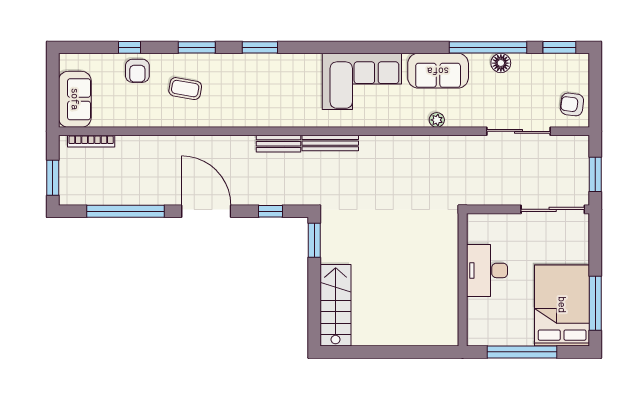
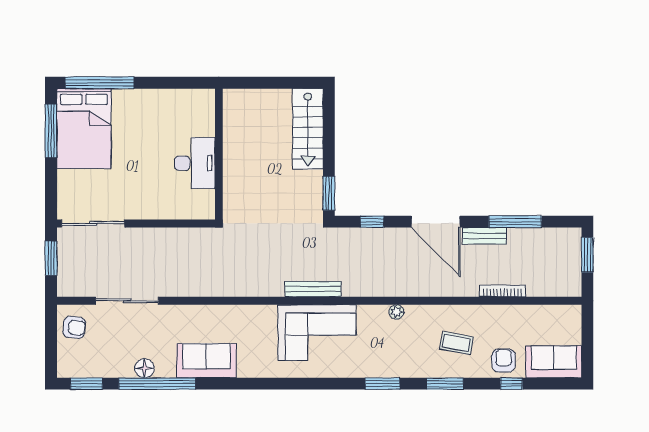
corner sofa: (362, 81) -> (317, 332), moved, turned 180
sofa: (75, 99) -> (554, 362), moved, turned 90
plant: (437, 120) -> (396, 312), moved
bookcase: (91, 141) -> (503, 291), moved
bench: (278, 144) -> (484, 236), moved
window: (126, 211) -> (515, 222), width x0.68
desk: (487, 270) -> (195, 163), moved
wall: (463, 280) -> (219, 154), moved
window: (522, 352) -> (99, 83), moved

